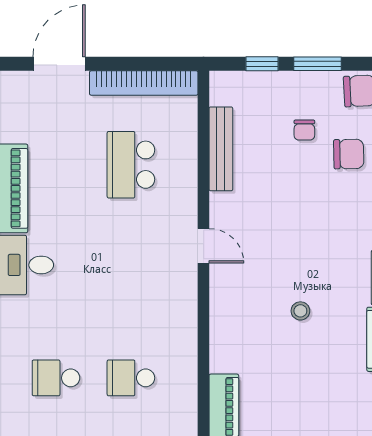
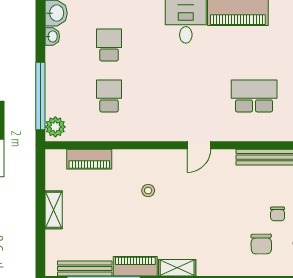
chair: (304, 130) -> (278, 214), turned -90
stool: (300, 311) -> (148, 191), moved

